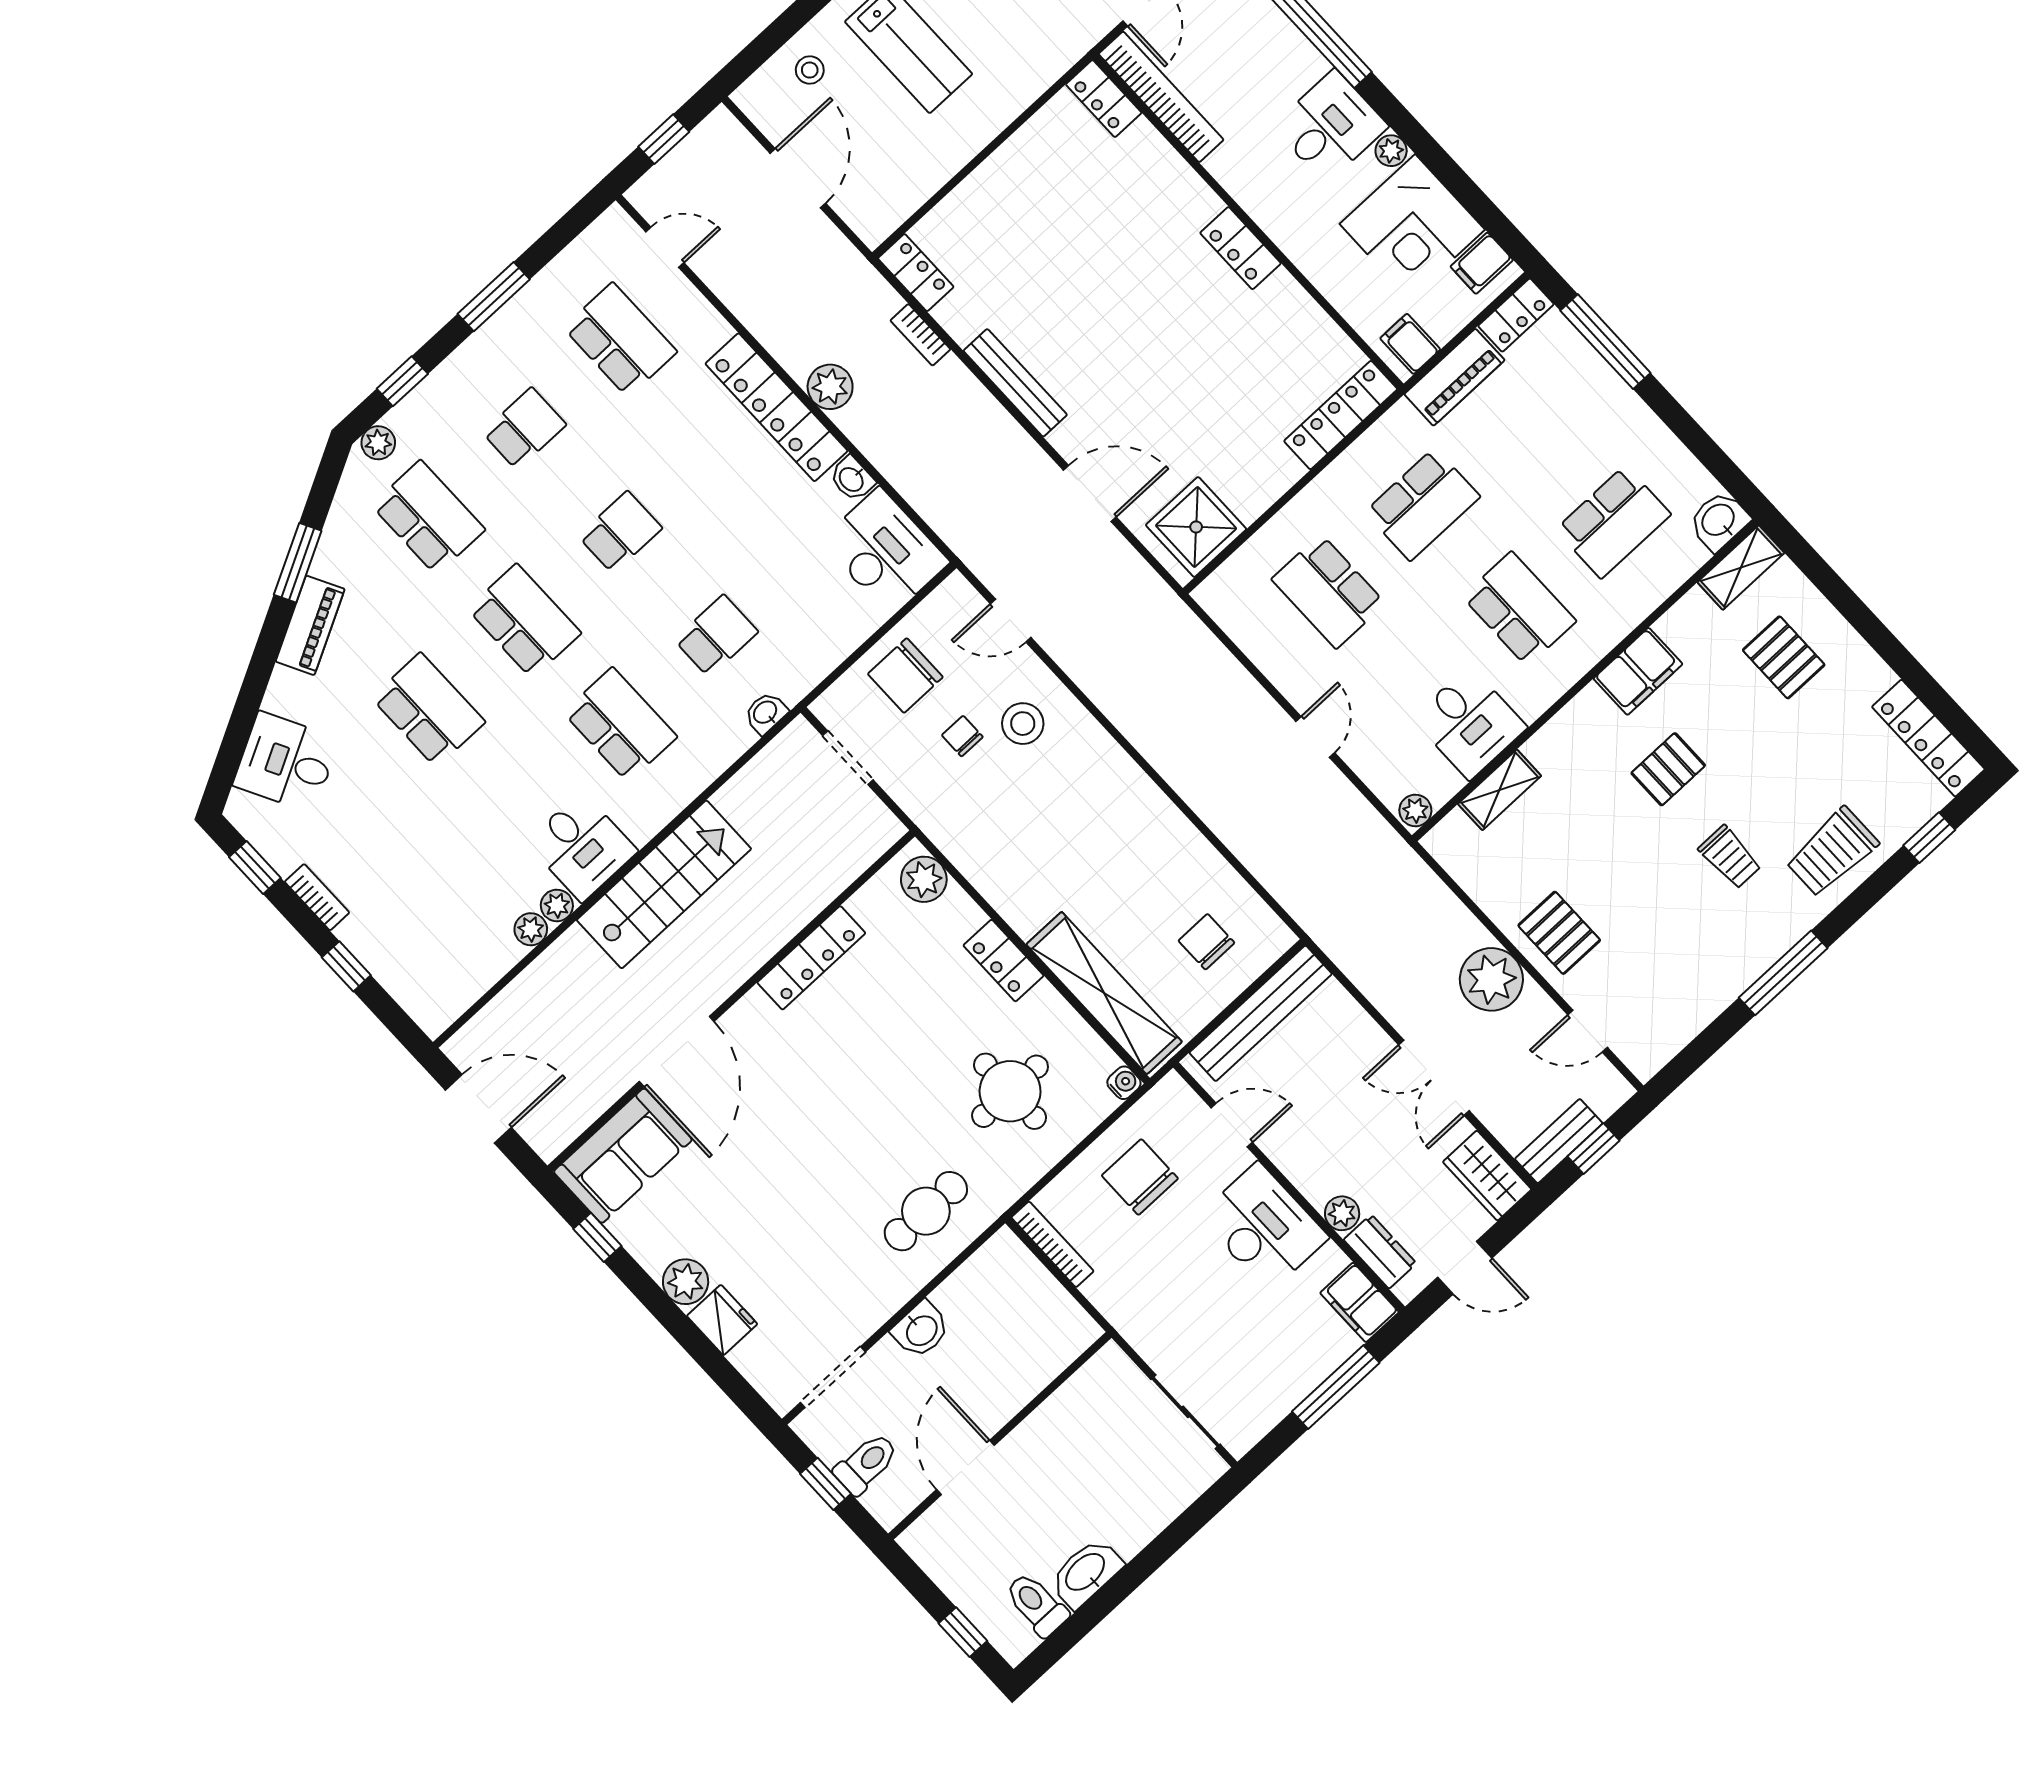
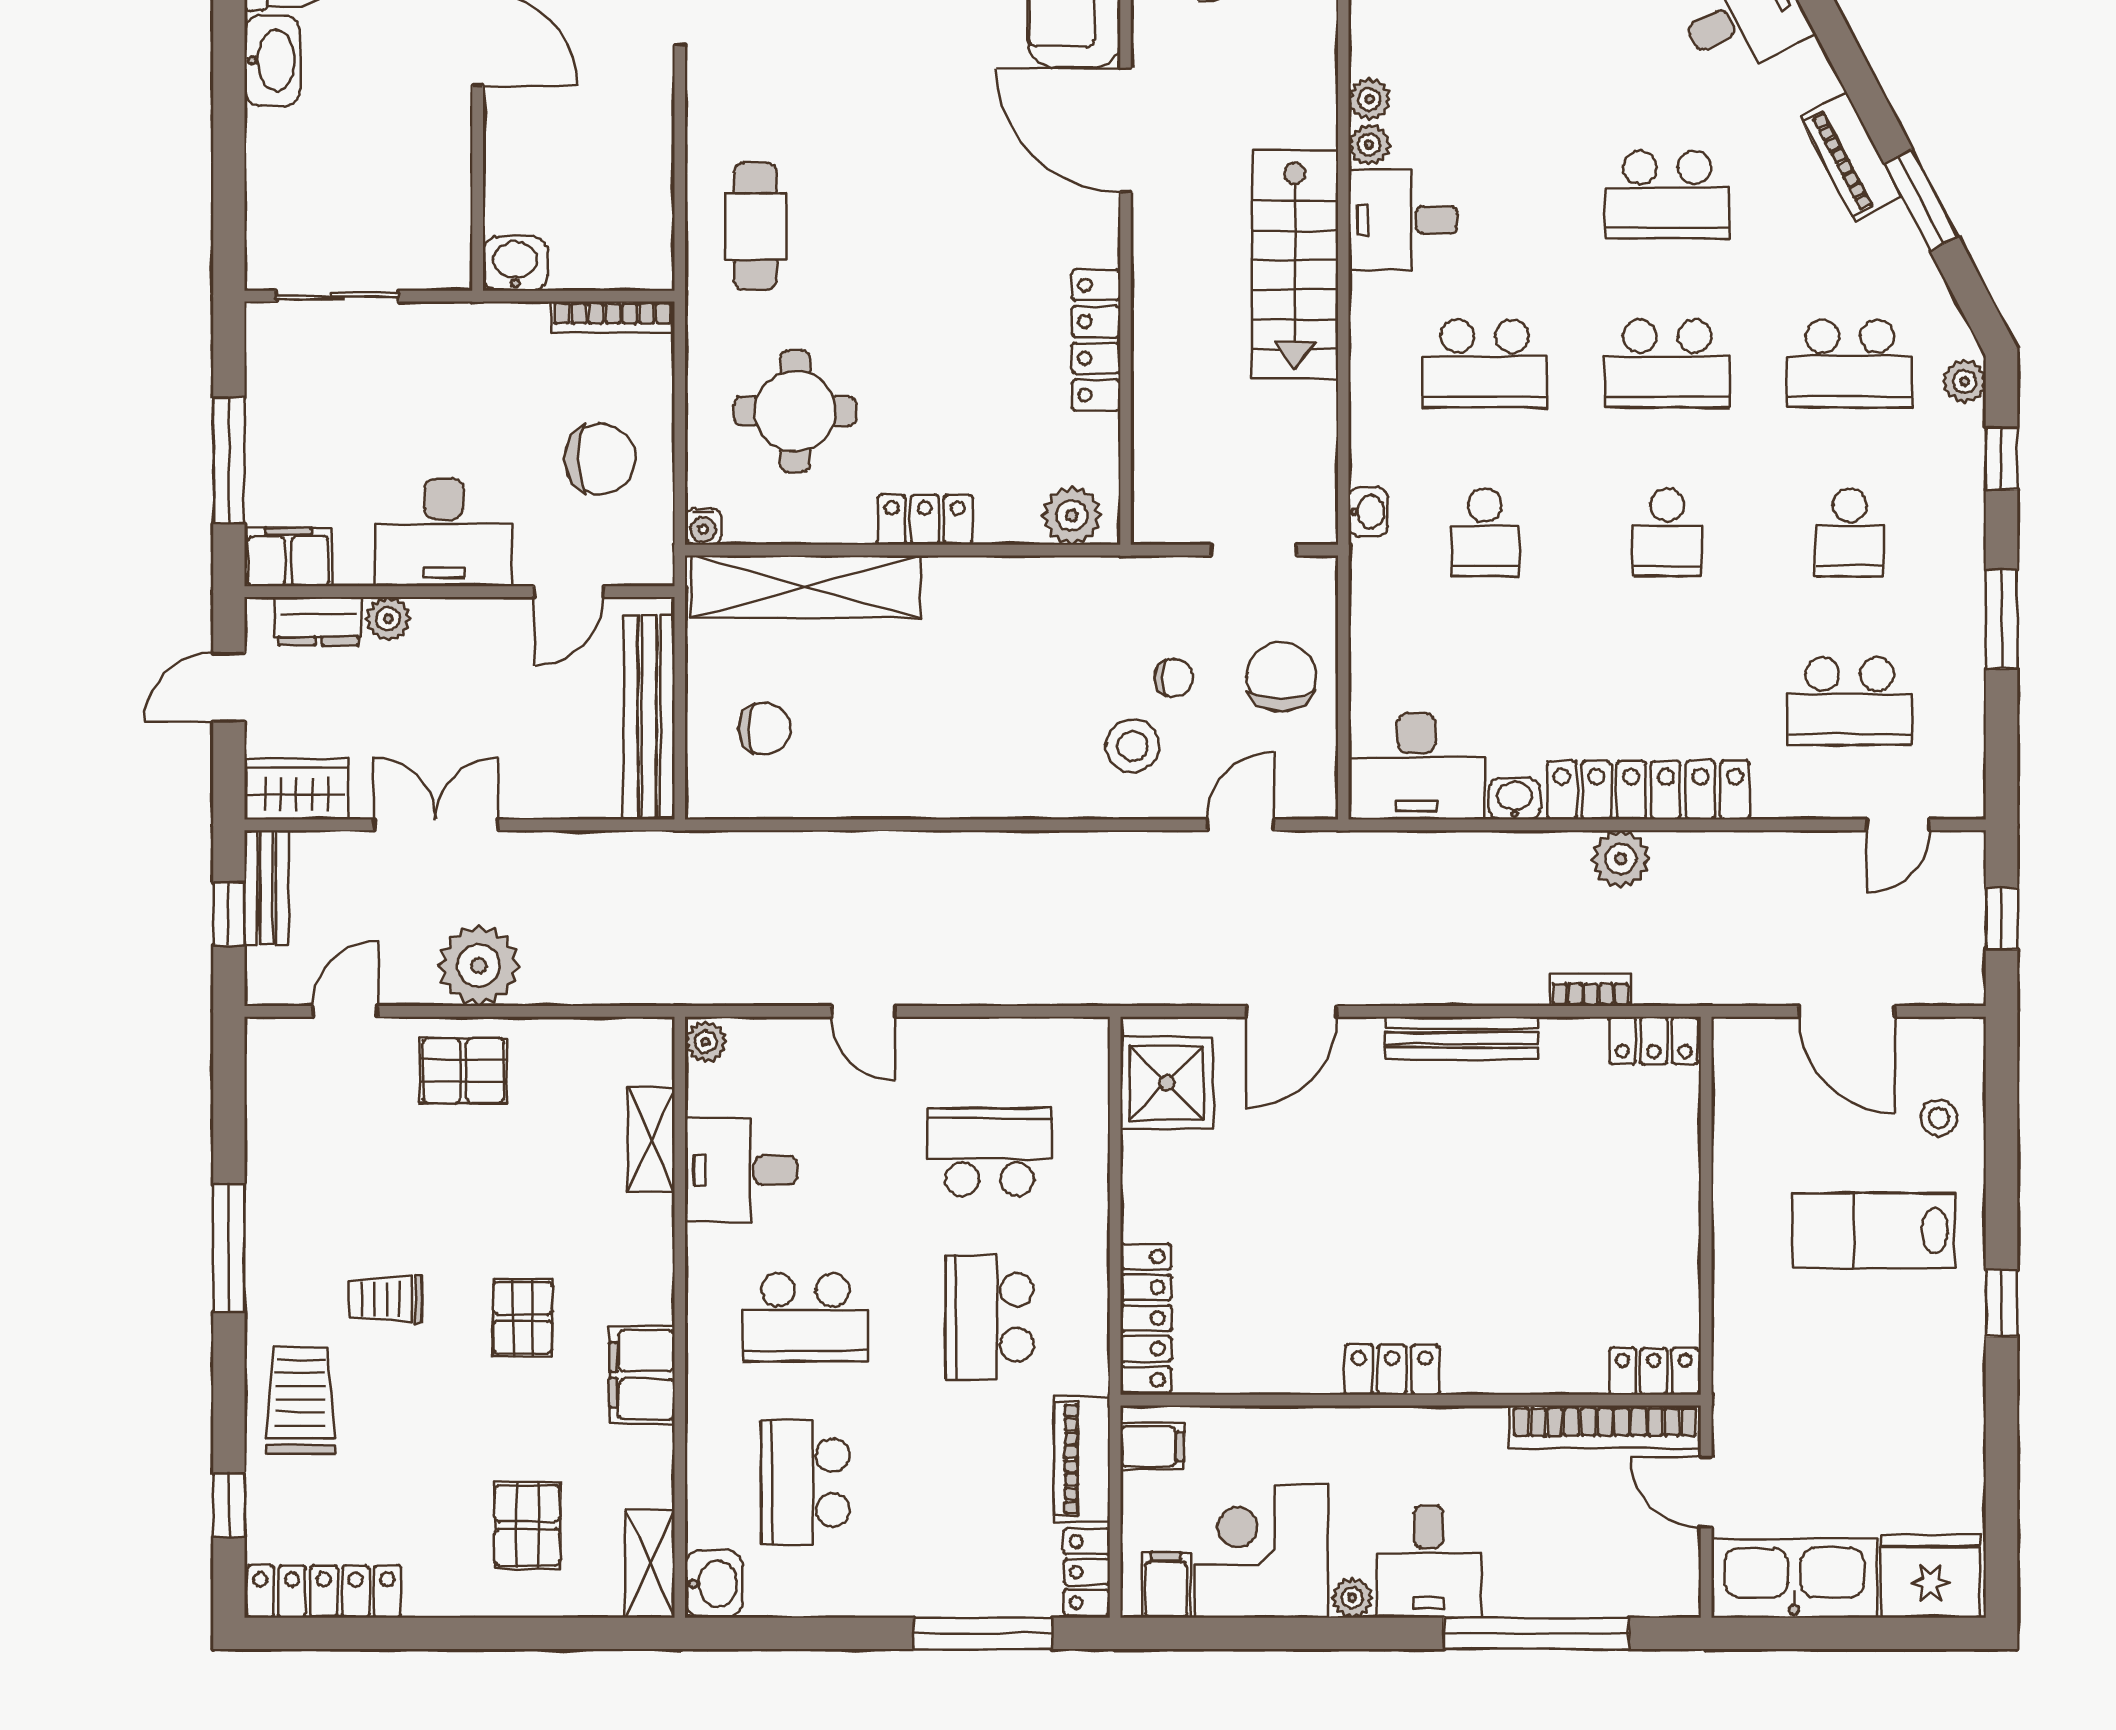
pallet: (1784, 657) -> (527, 1525), turned 90
washbasin: (921, 1330) -> (515, 264), moved, turned 90

